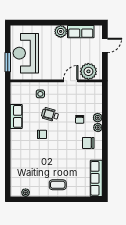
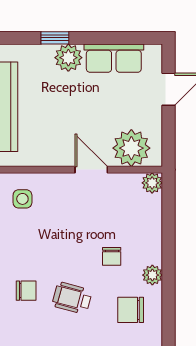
window: (55, 23) -> (55, 38), added
door: (71, 81) -> (91, 170), hinge flipped
wheelchair: (50, 114) -> (72, 298), moved
plant: (98, 118) -> (152, 183), moved

